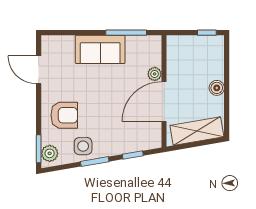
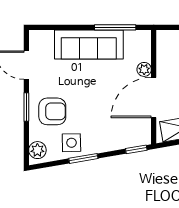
sofa: (100, 49) -> (89, 45), width x1.36
window: (39, 149) -> (26, 107), moved
window: (133, 155) -> (136, 149), moved

